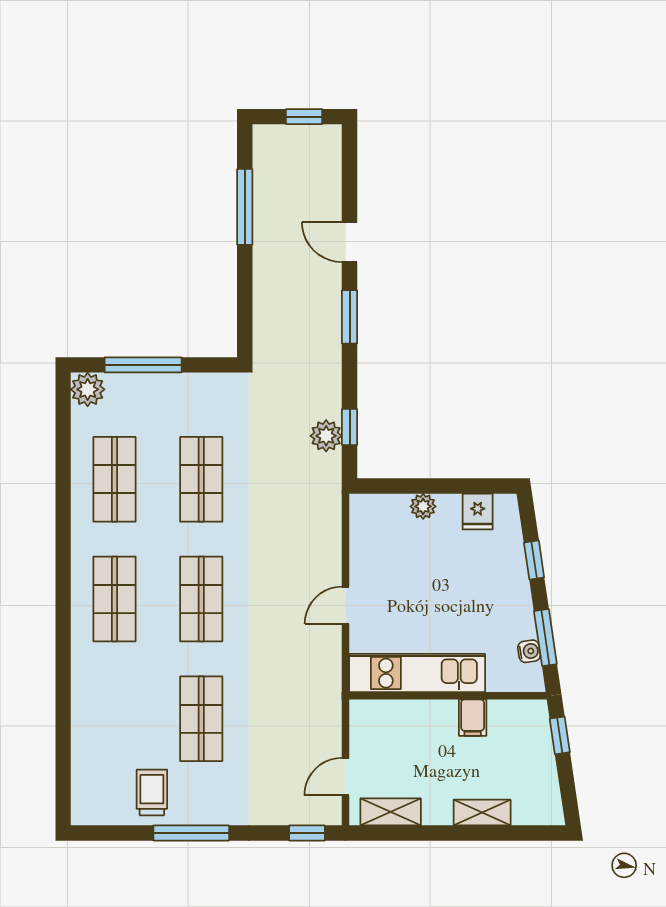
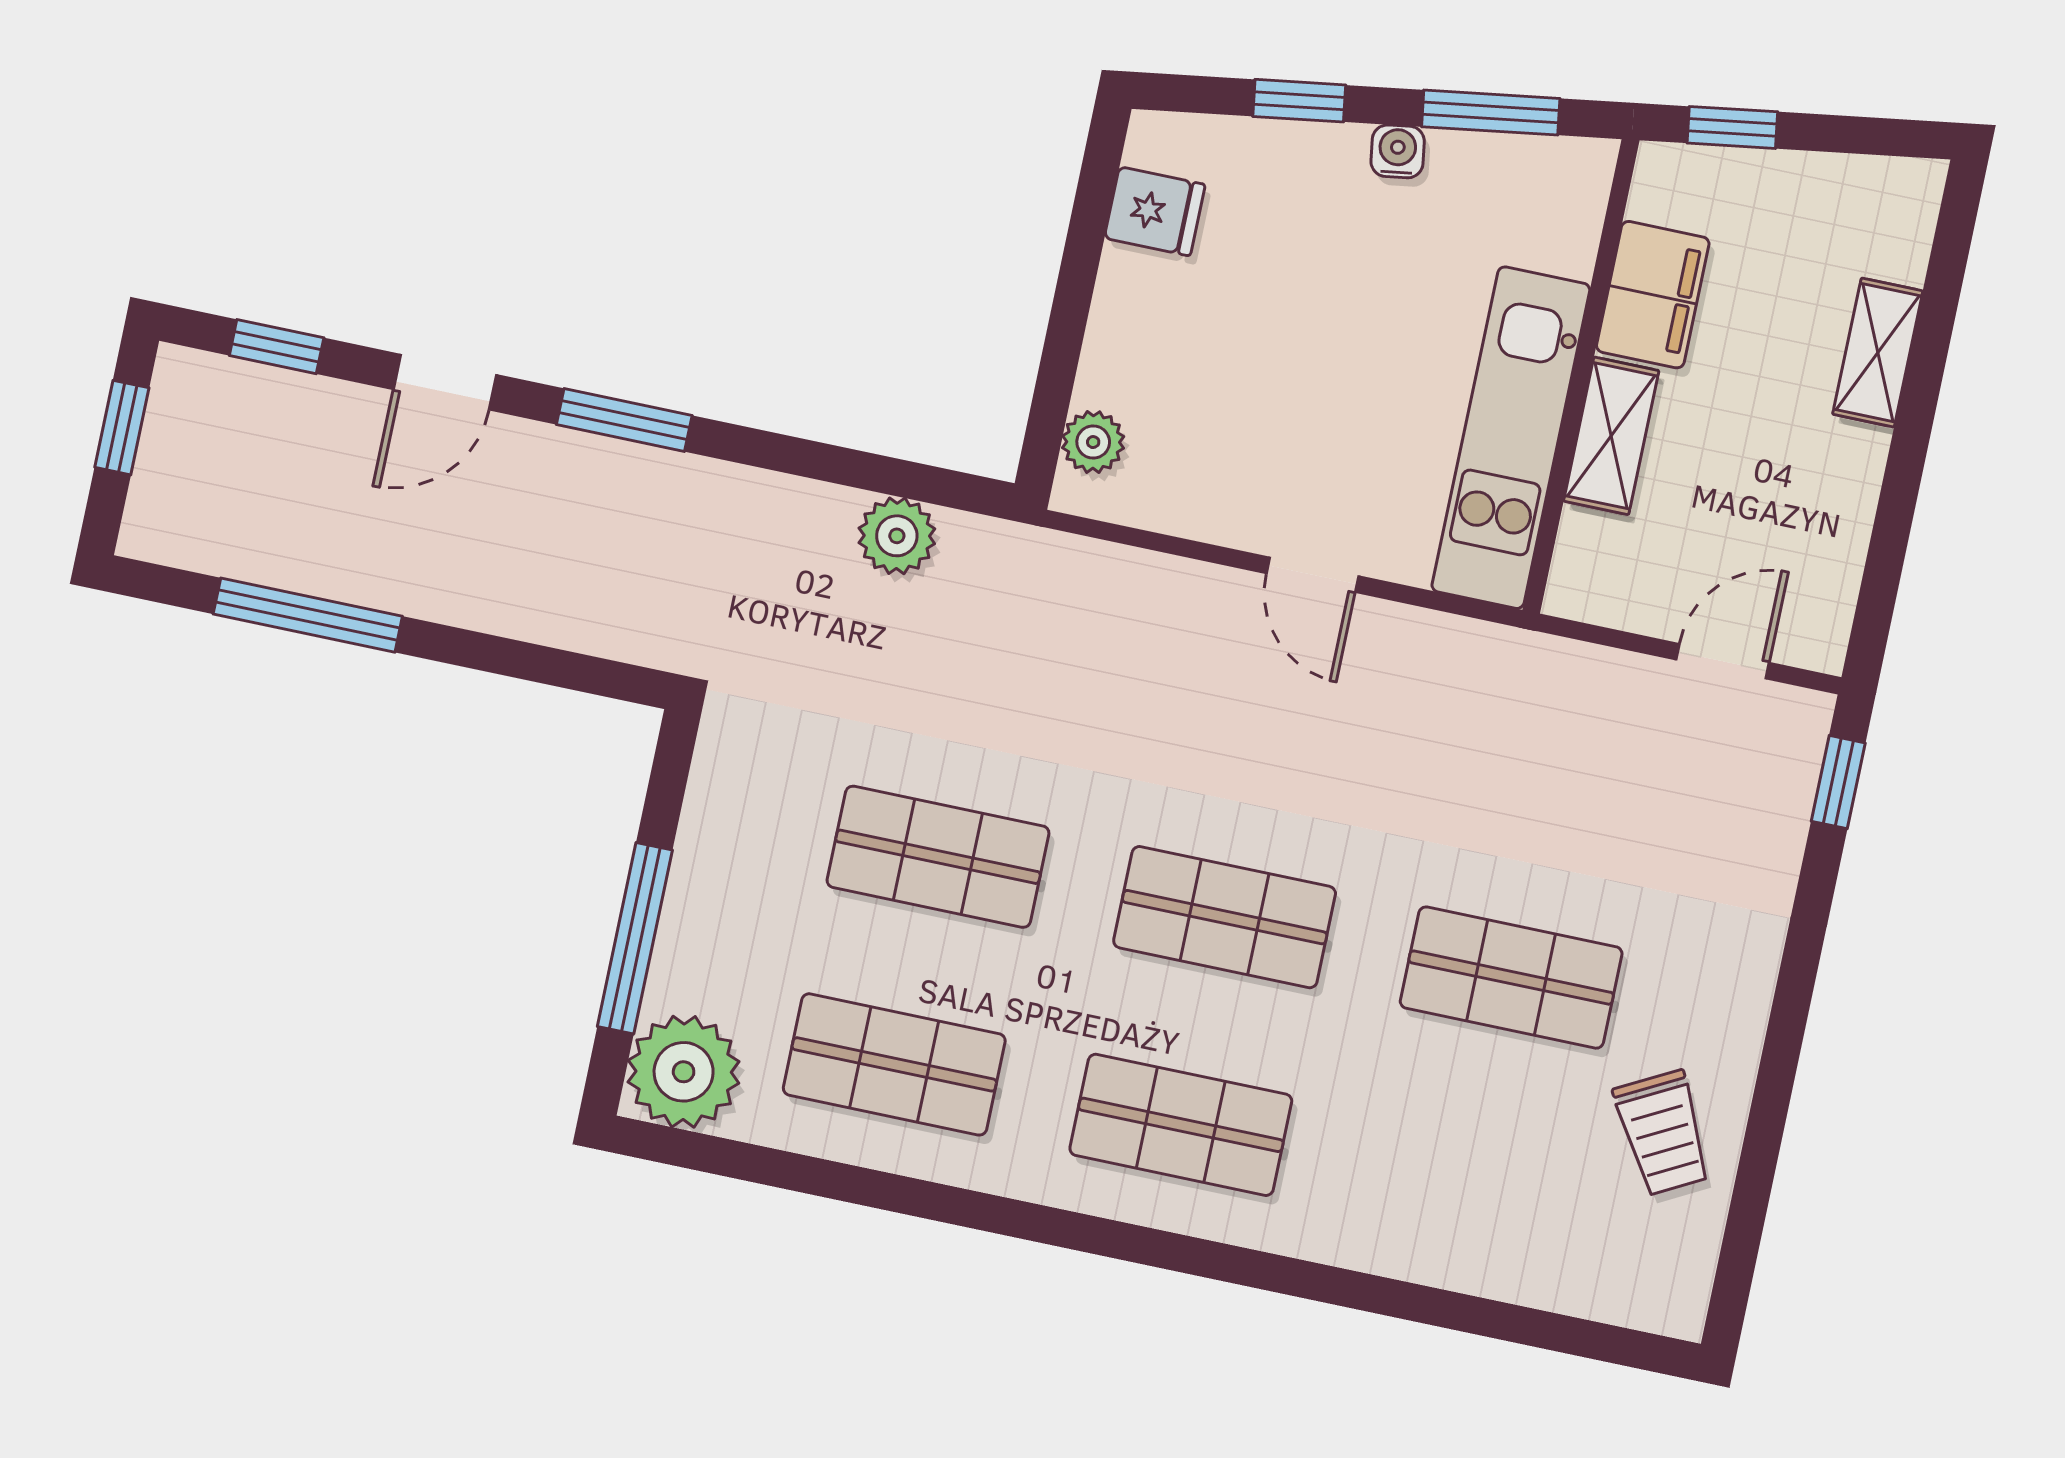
plant: (88, 389) -> (684, 1072), width x1.36, depth x1.36
window: (350, 427) -> (277, 347), moved
plant: (423, 506) -> (1093, 442), moved
water cooler: (529, 651) -> (1398, 151), moved
filing cabinet: (473, 718) -> (1653, 295), width x2.00
door: (346, 777) -> (1723, 661), swing flipped
trolley: (152, 792) -> (1663, 1133), turned -118
shelving: (391, 812) -> (1611, 436), moved
window: (191, 833) -> (1780, 1059), removed

